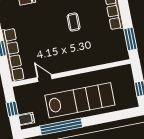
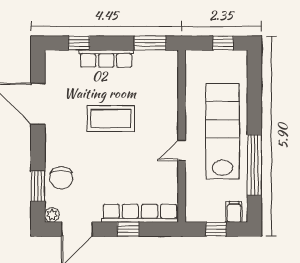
coffee table: (74, 22) -> (111, 119), width x1.86, depth x1.72
door: (45, 78) -> (182, 150), moved

